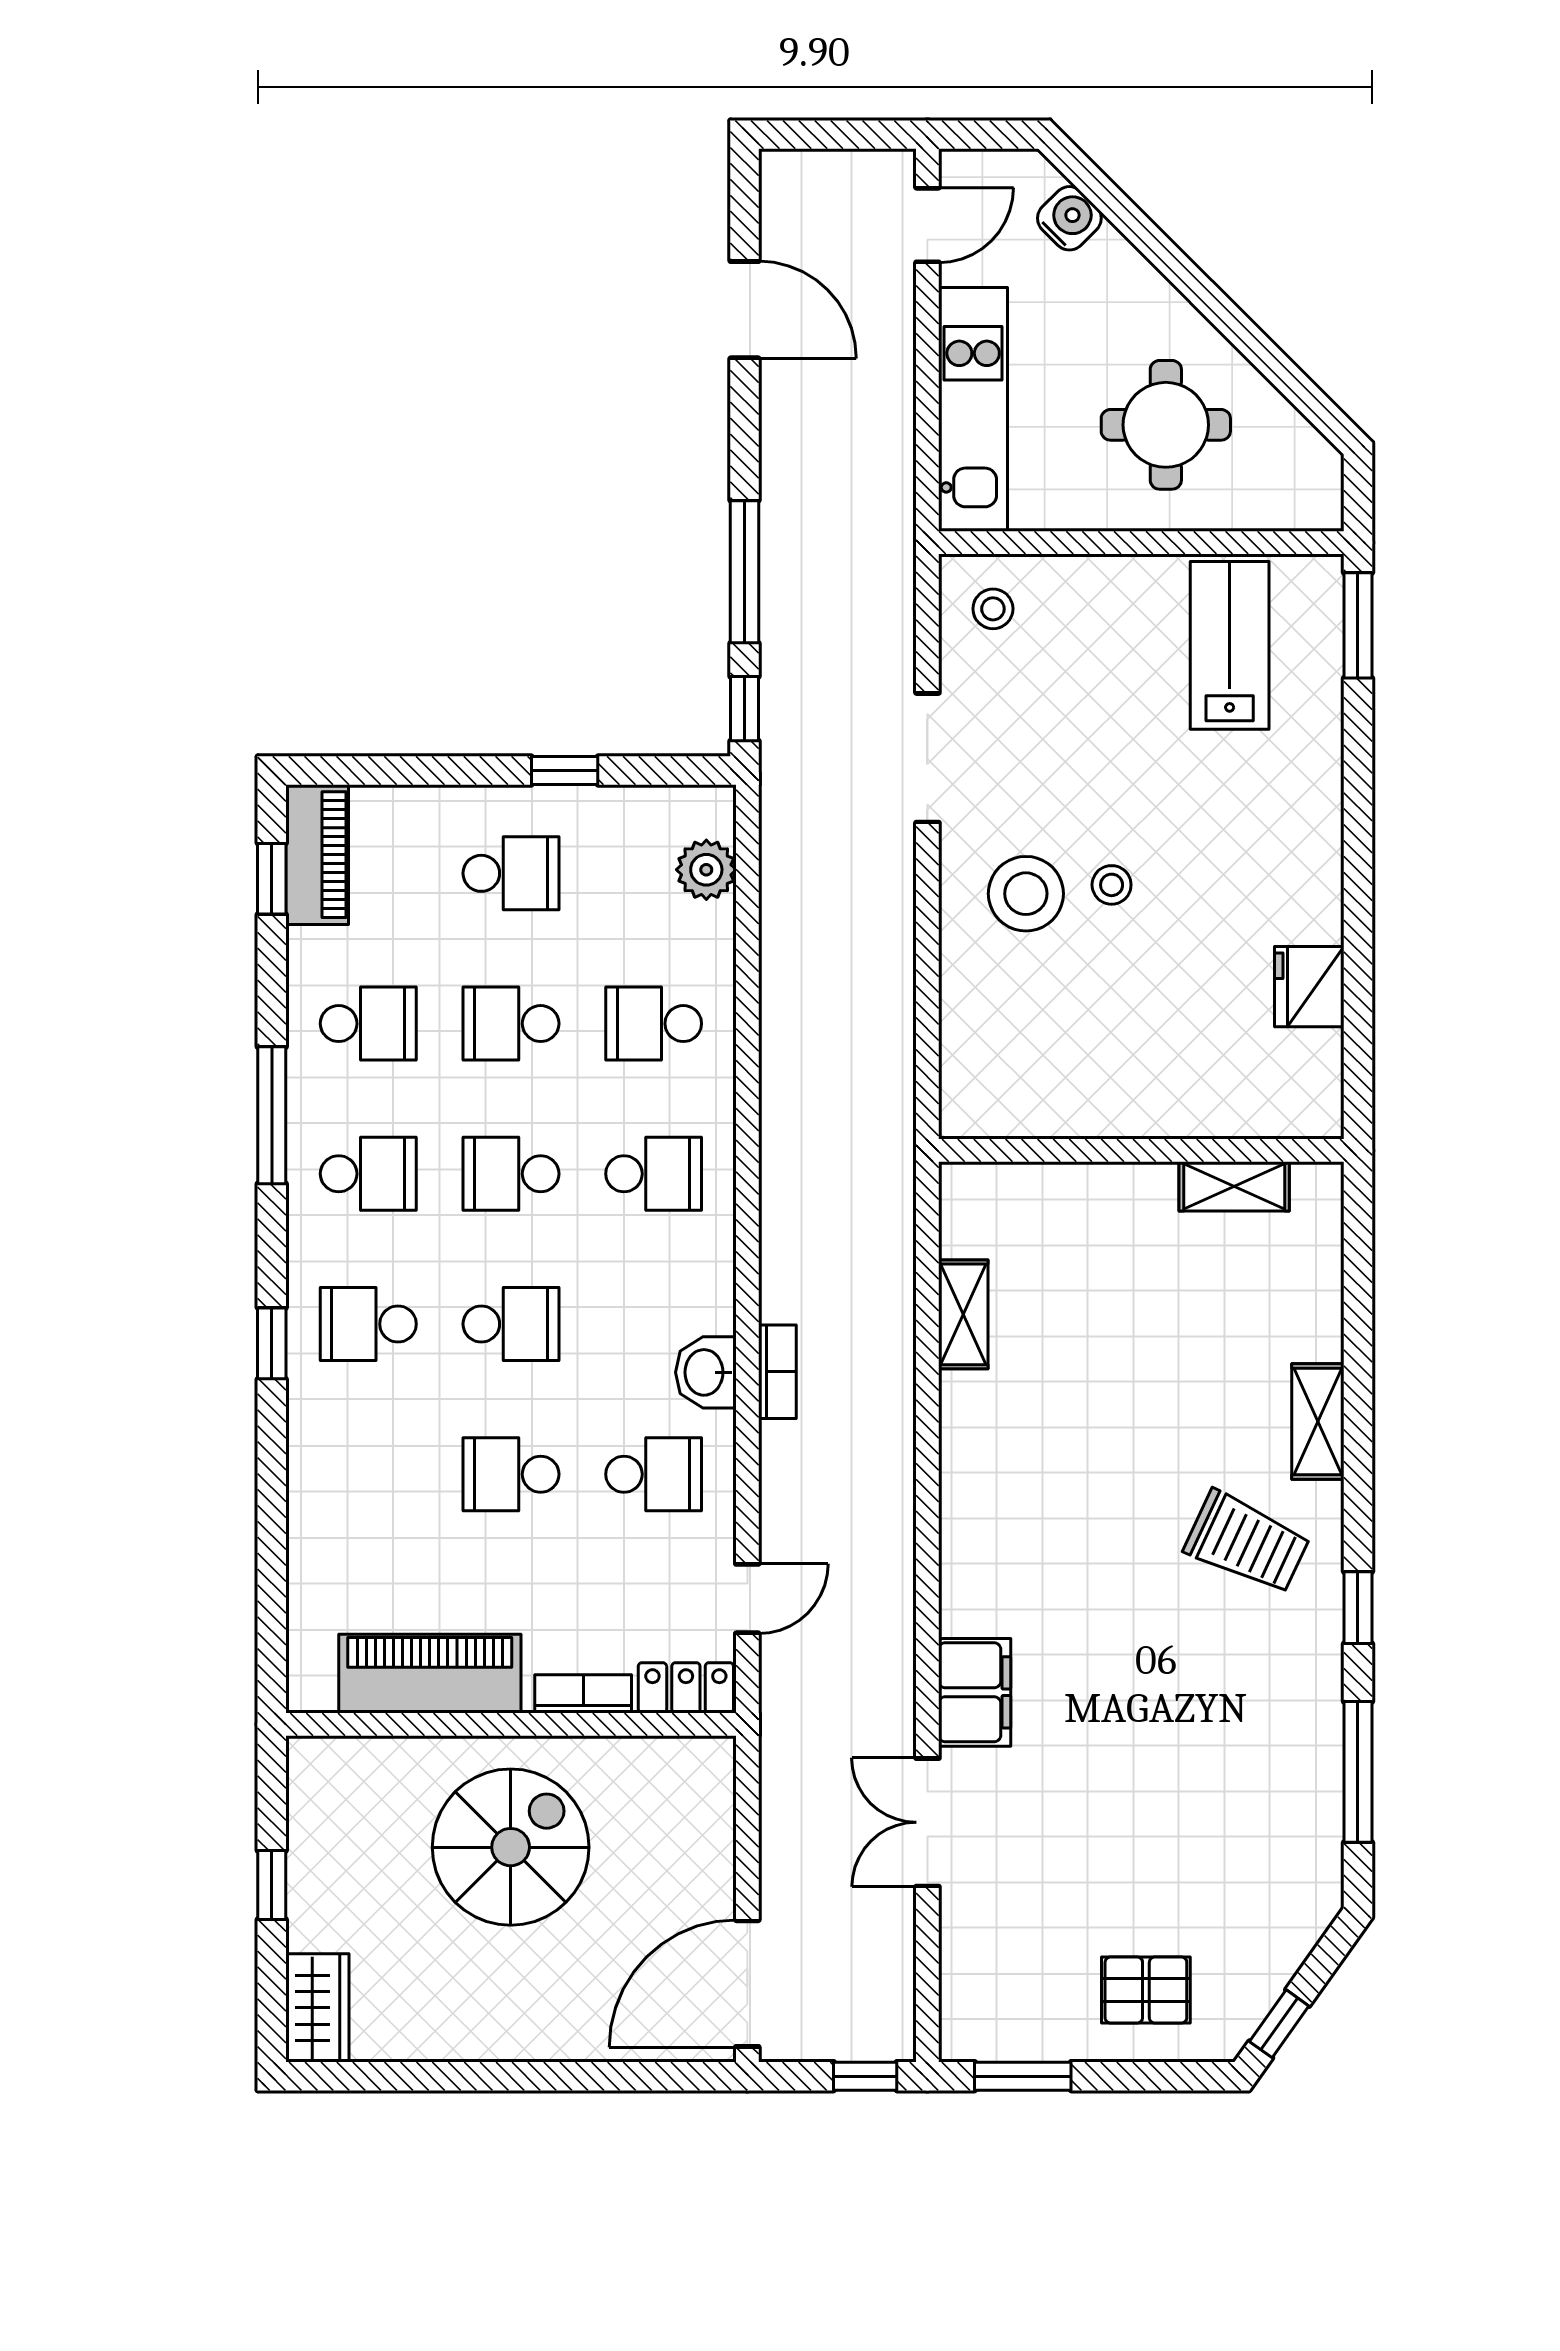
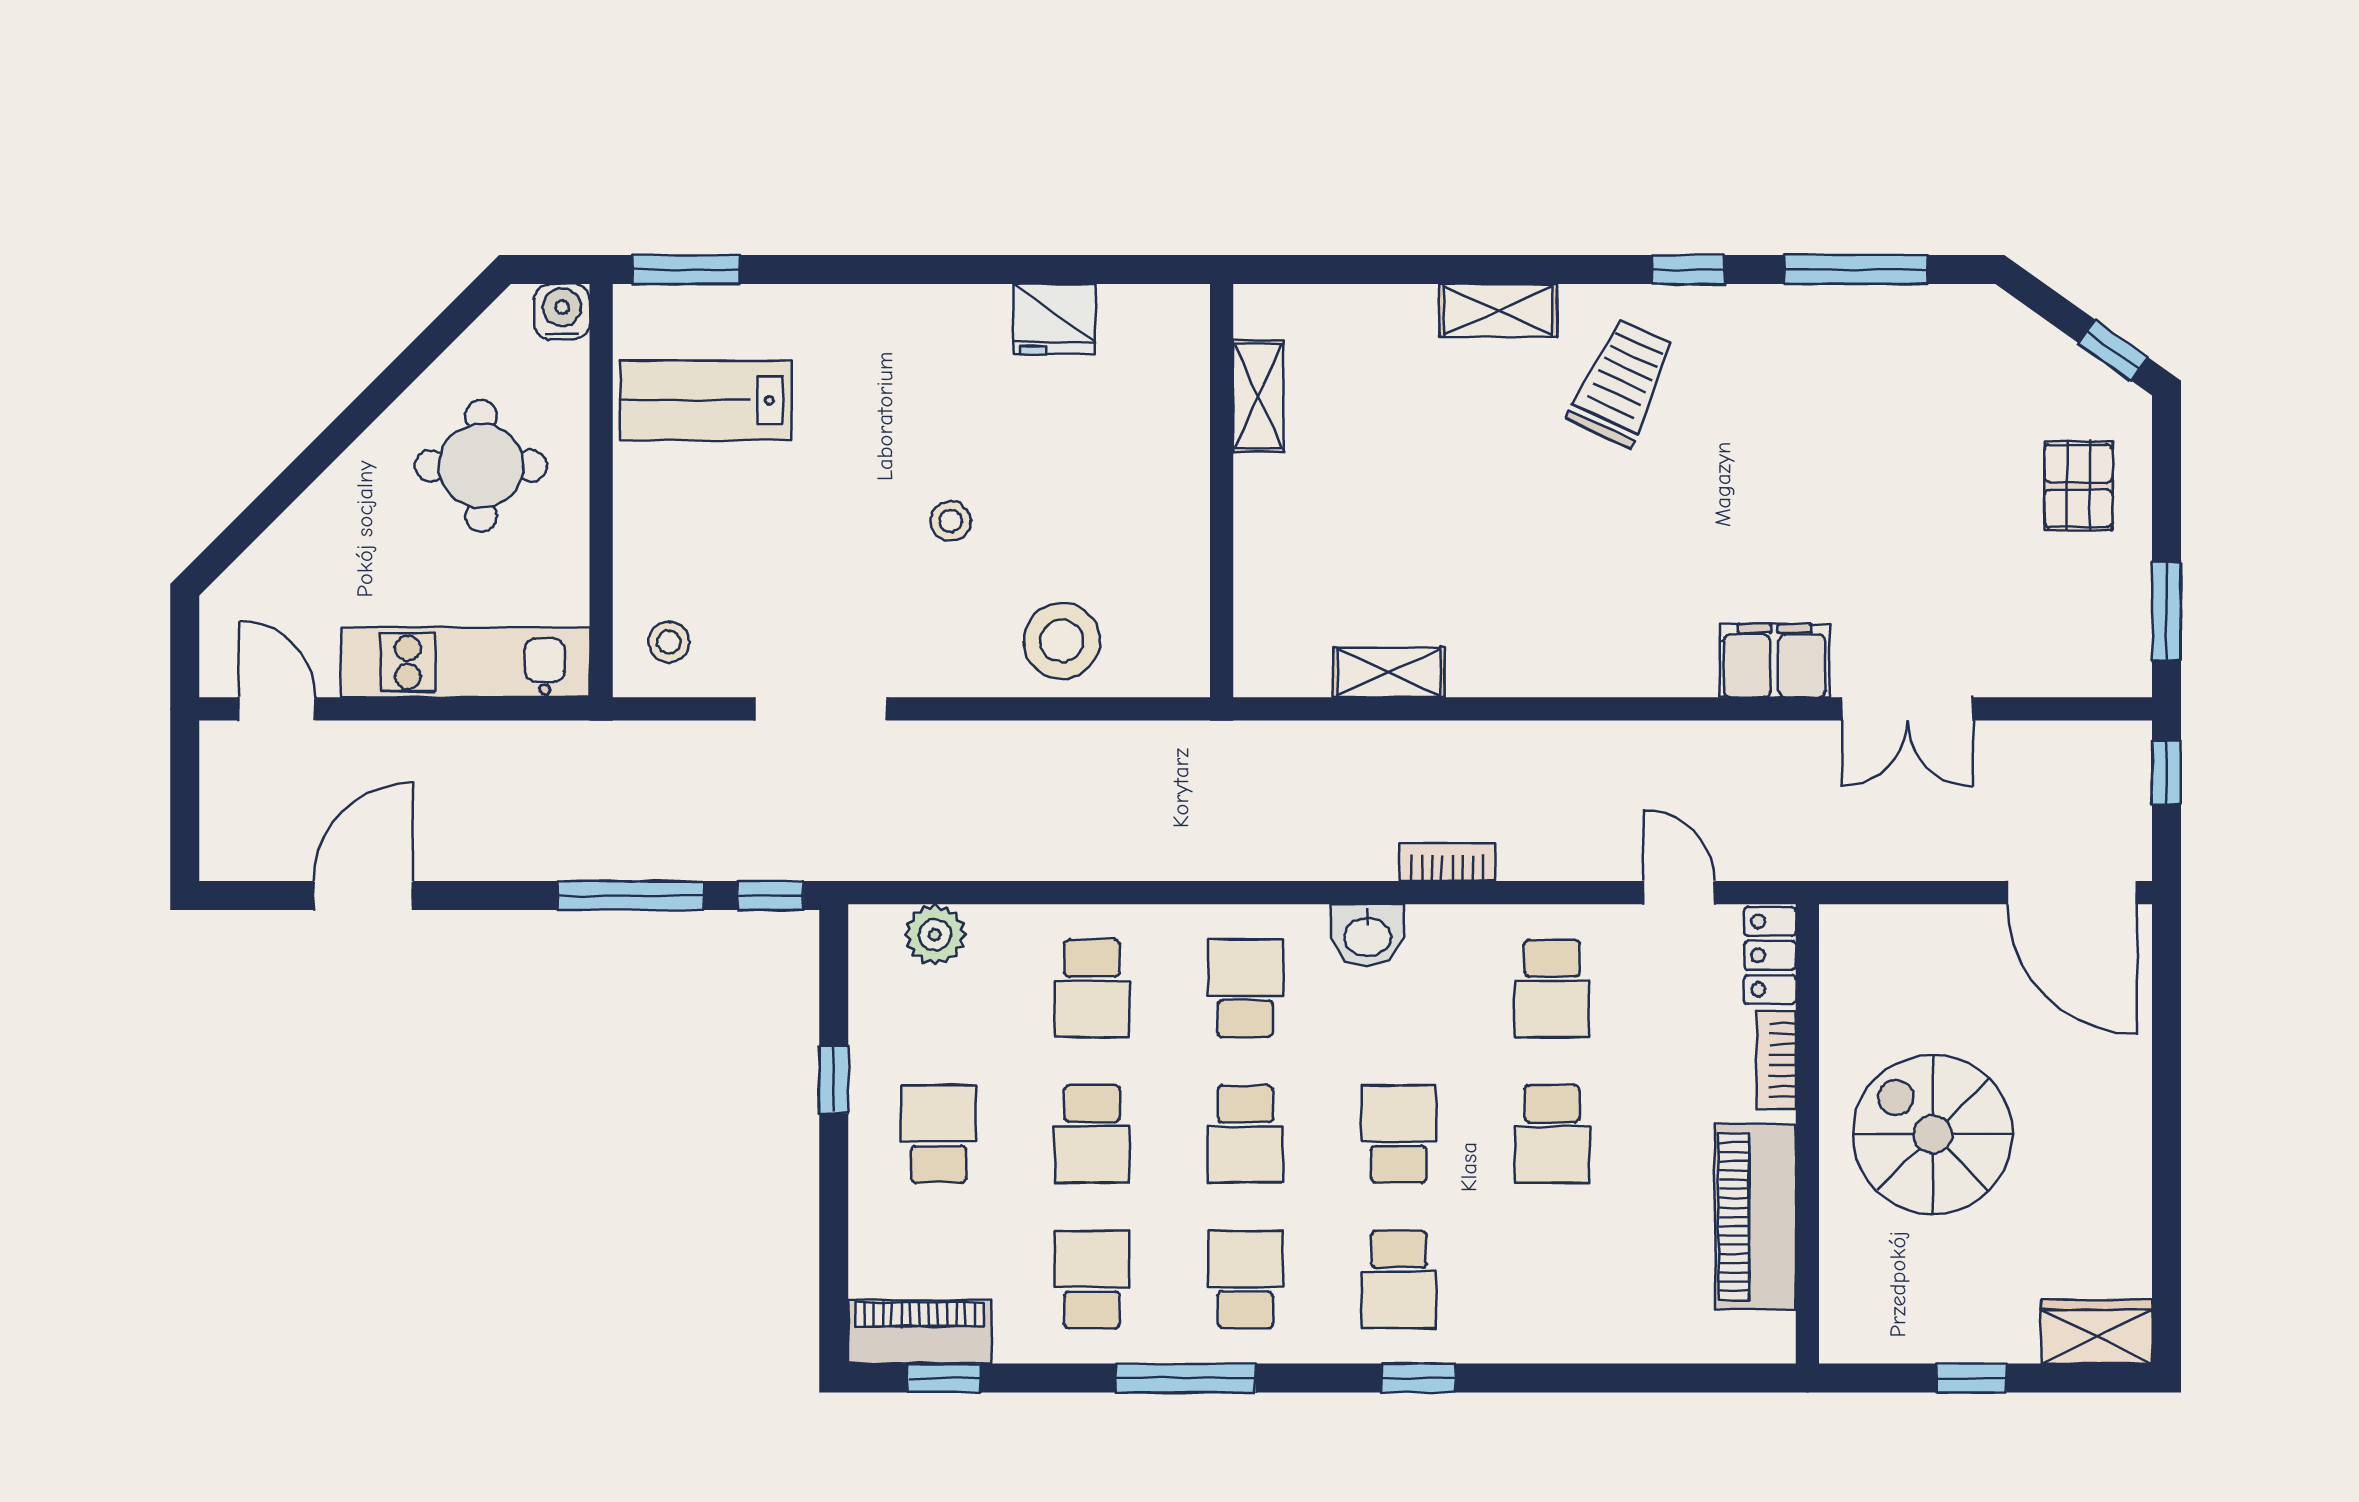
water cooler: (1069, 218) -> (562, 312), moved, turned 45
stool: (1026, 894) -> (1062, 641), moved
washbasin: (706, 1372) -> (1367, 935), moved
school desk: (654, 1474) -> (1552, 988), turned 180

